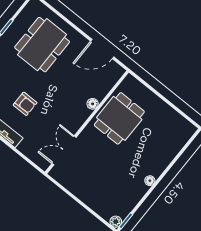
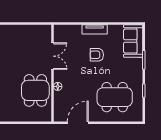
dining table: (42, 45) -> (115, 97), turned 90
double door: (64, 150) -> (52, 56), moved

